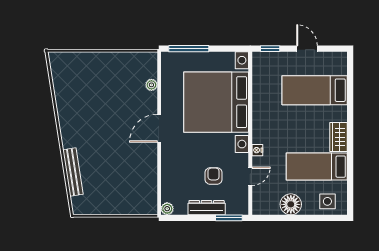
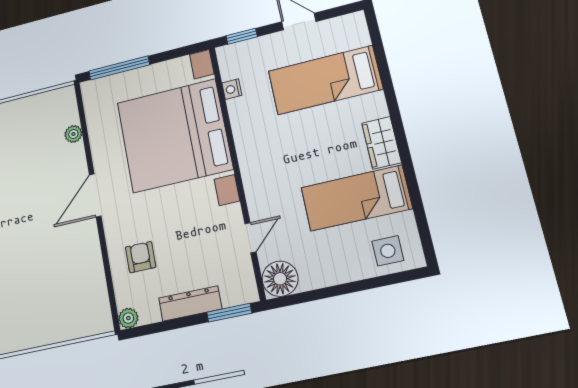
nightstand: (257, 150) -> (232, 89), moved
armchair: (214, 176) -> (141, 257), moved
floor lamp: (291, 204) -> (280, 279), moved

